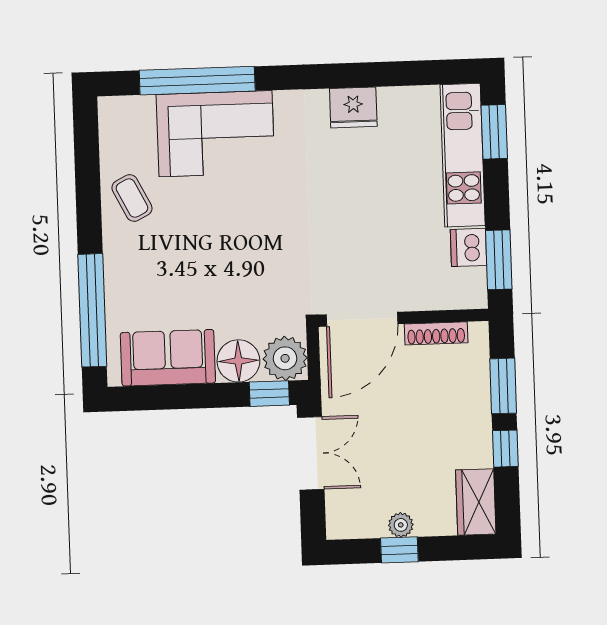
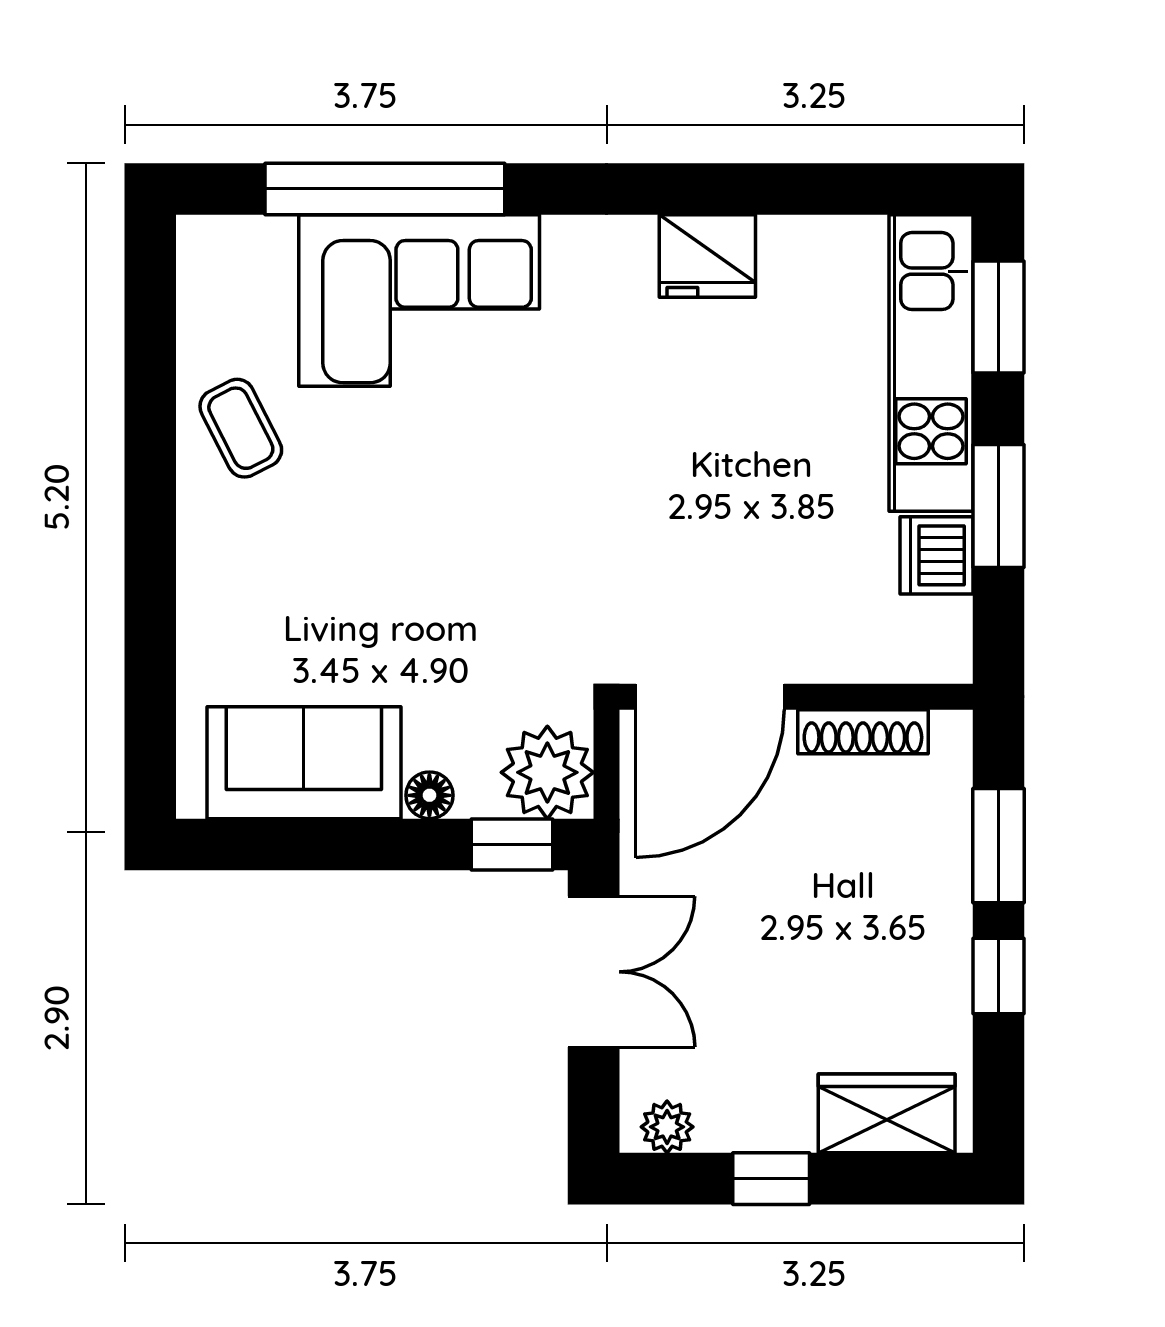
window: (499, 260) -> (999, 506), moved
window: (92, 310) -> (150, 659), removed
floor lamp: (238, 361) -> (429, 795), width x0.53, depth x0.53
wardrobe: (476, 502) -> (887, 1113), moved, turned 90
plant: (401, 525) -> (667, 1127), moved

